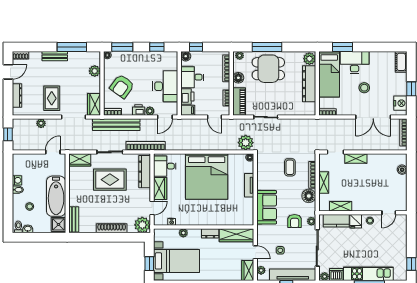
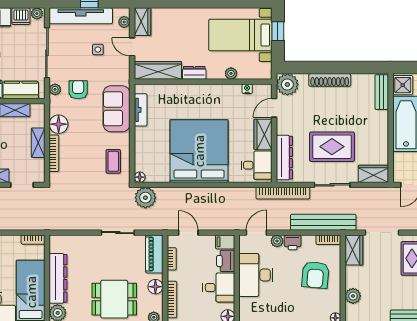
armchair: (122, 86) -> (315, 275), turned 149
coffee table: (290, 167) -> (113, 161), moved
tv unit: (249, 185) -> (141, 110), moved

